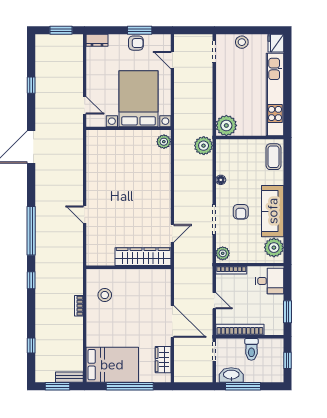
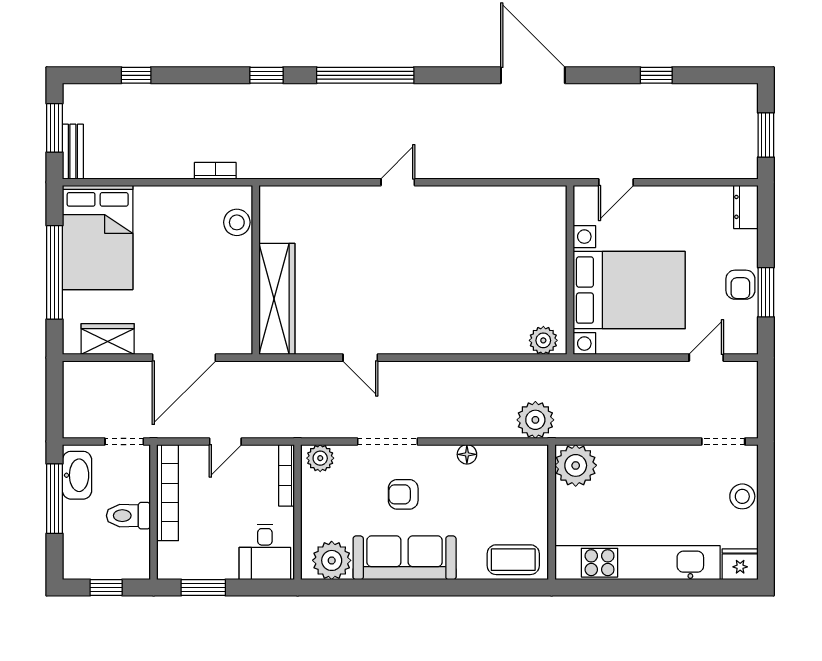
wardrobe: (143, 257) -> (277, 299), moved
wall: (128, 267) -> (256, 270), moved

